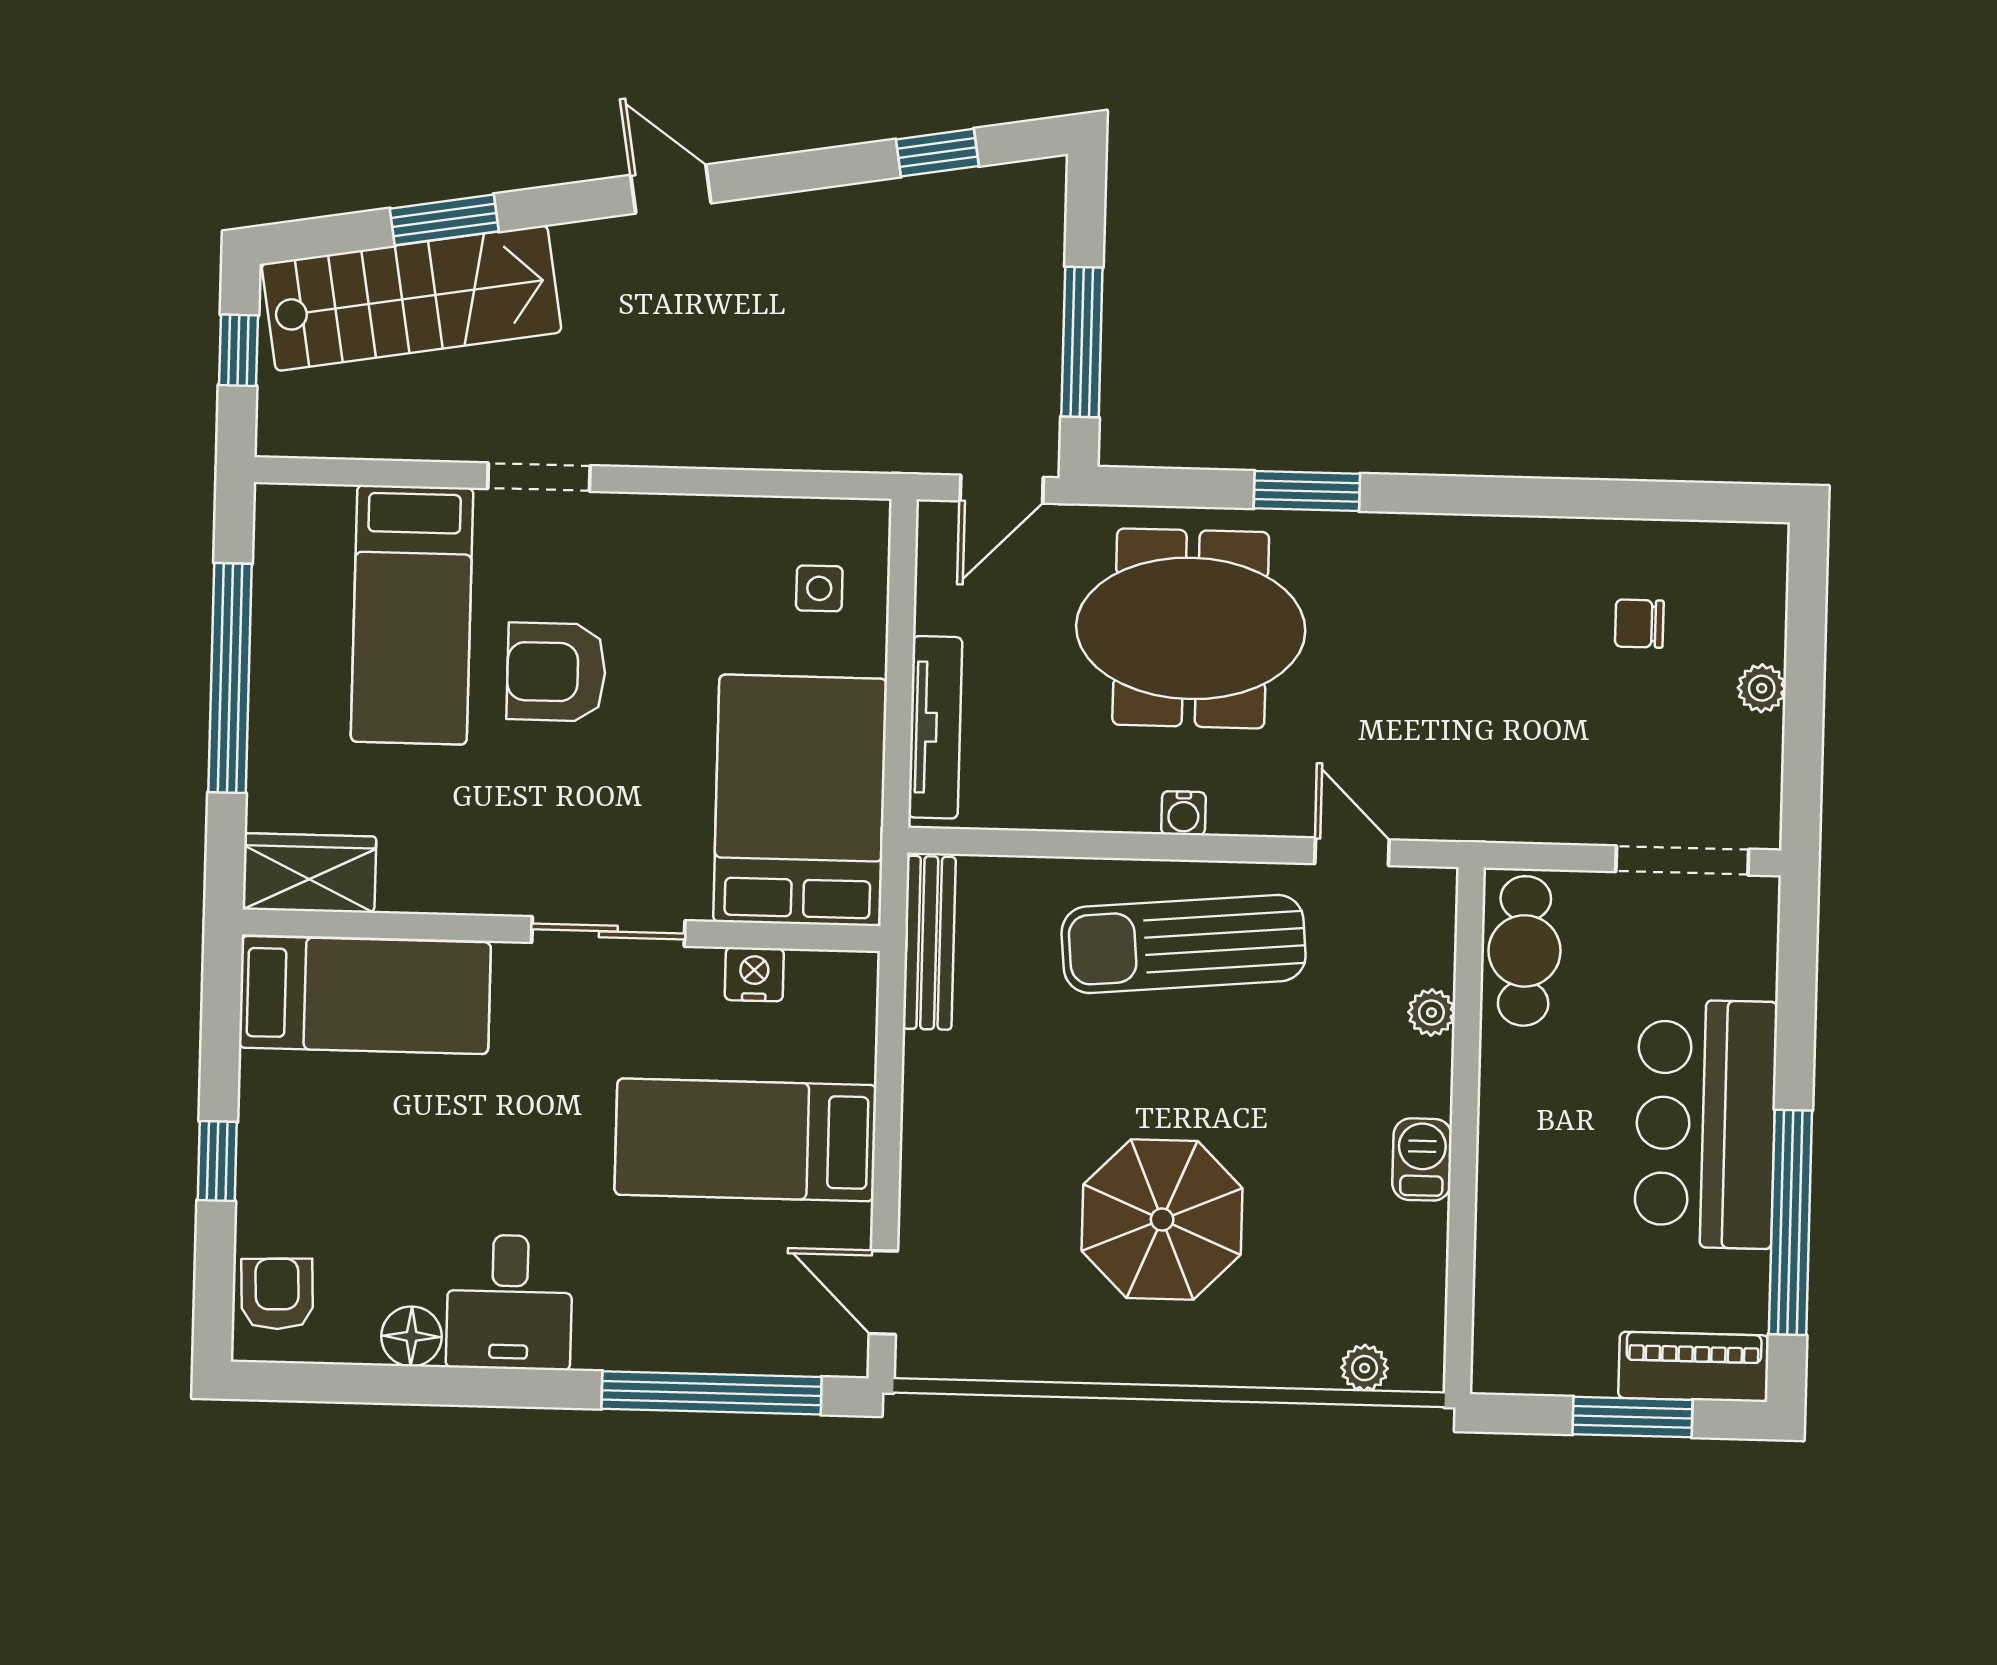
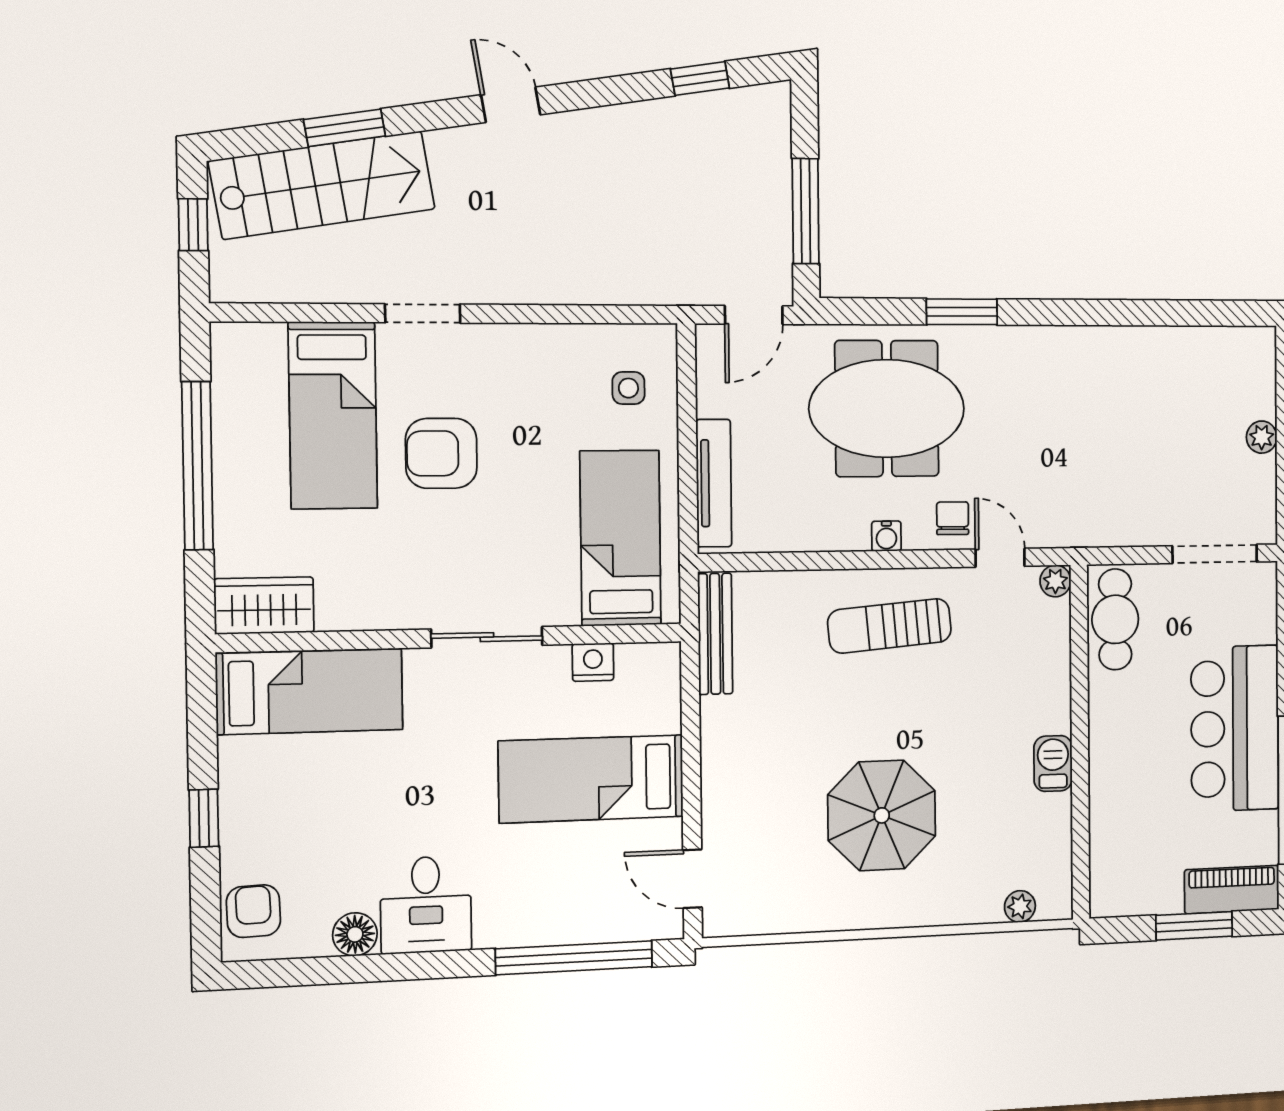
chair: (1639, 624) -> (953, 518), moved, turned 90
bed: (800, 800) -> (621, 538), width x0.67
sun lounger: (1184, 944) -> (890, 626), width x0.73, depth x0.75
plant: (1431, 1013) -> (1055, 581), moved

